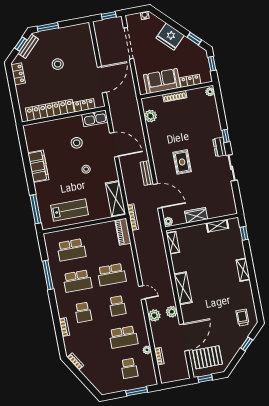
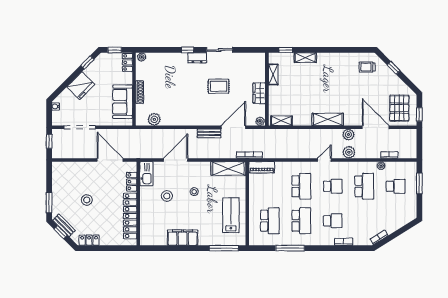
locker: (190, 81) -> (127, 62), moved
rug: (182, 162) -> (219, 86), moved
shelving: (243, 270) -> (305, 58), moved

